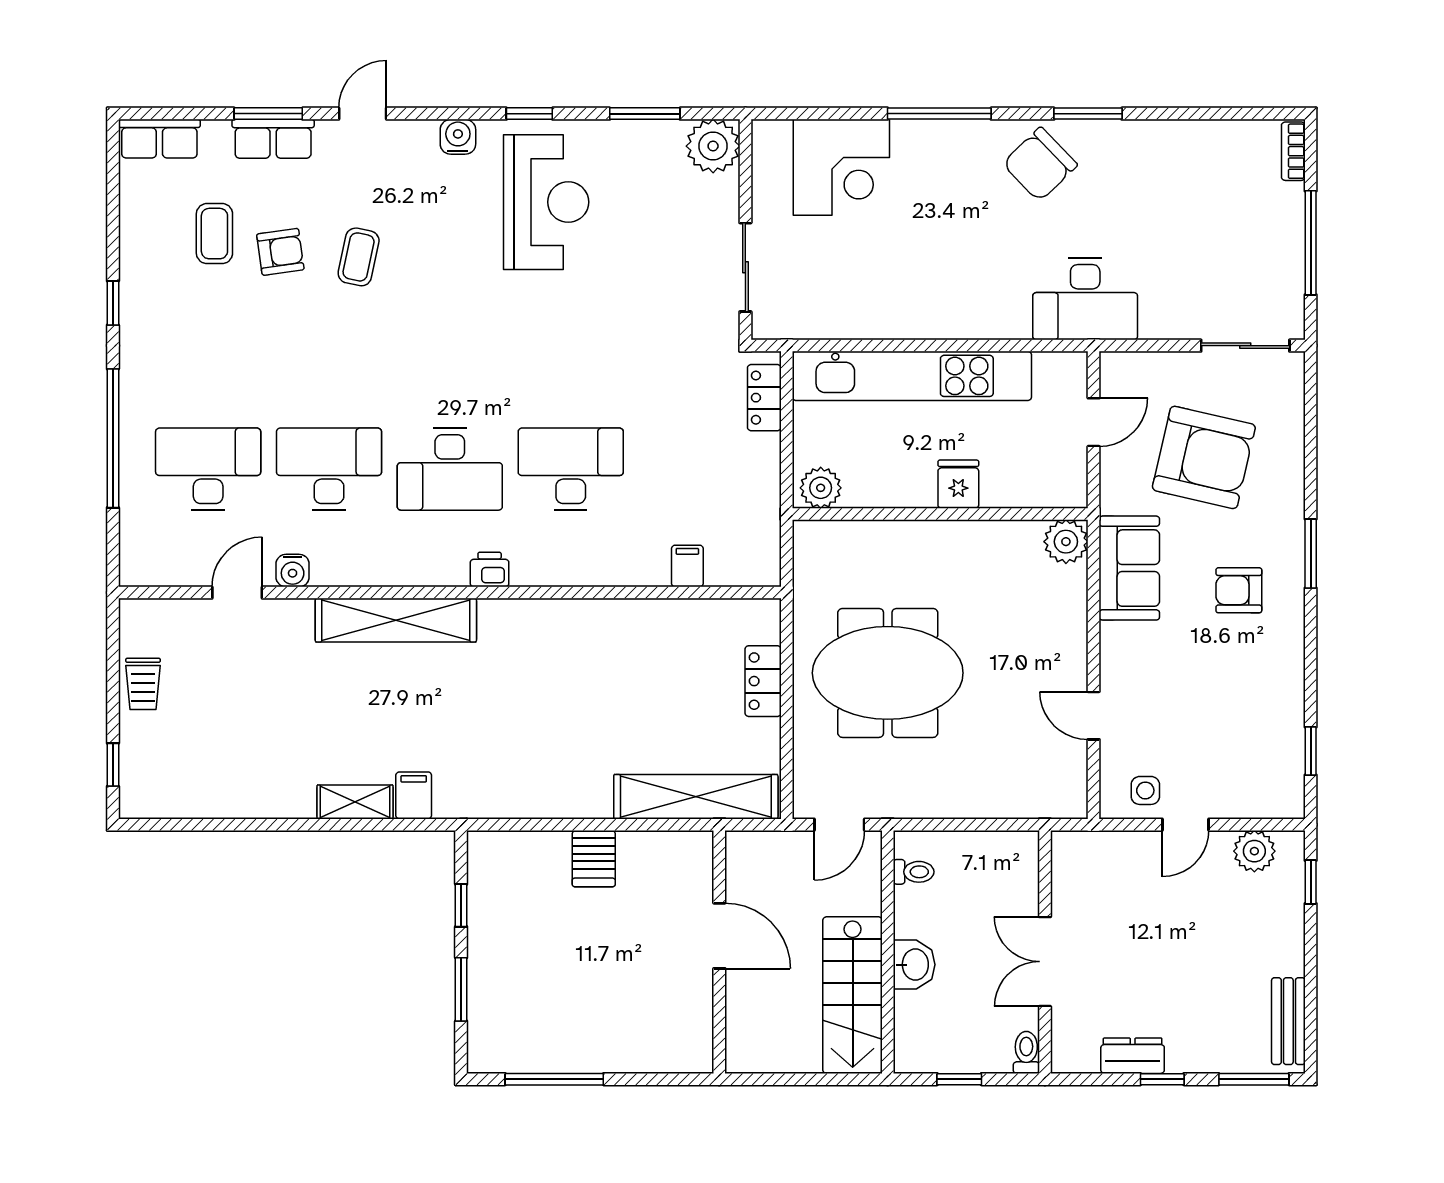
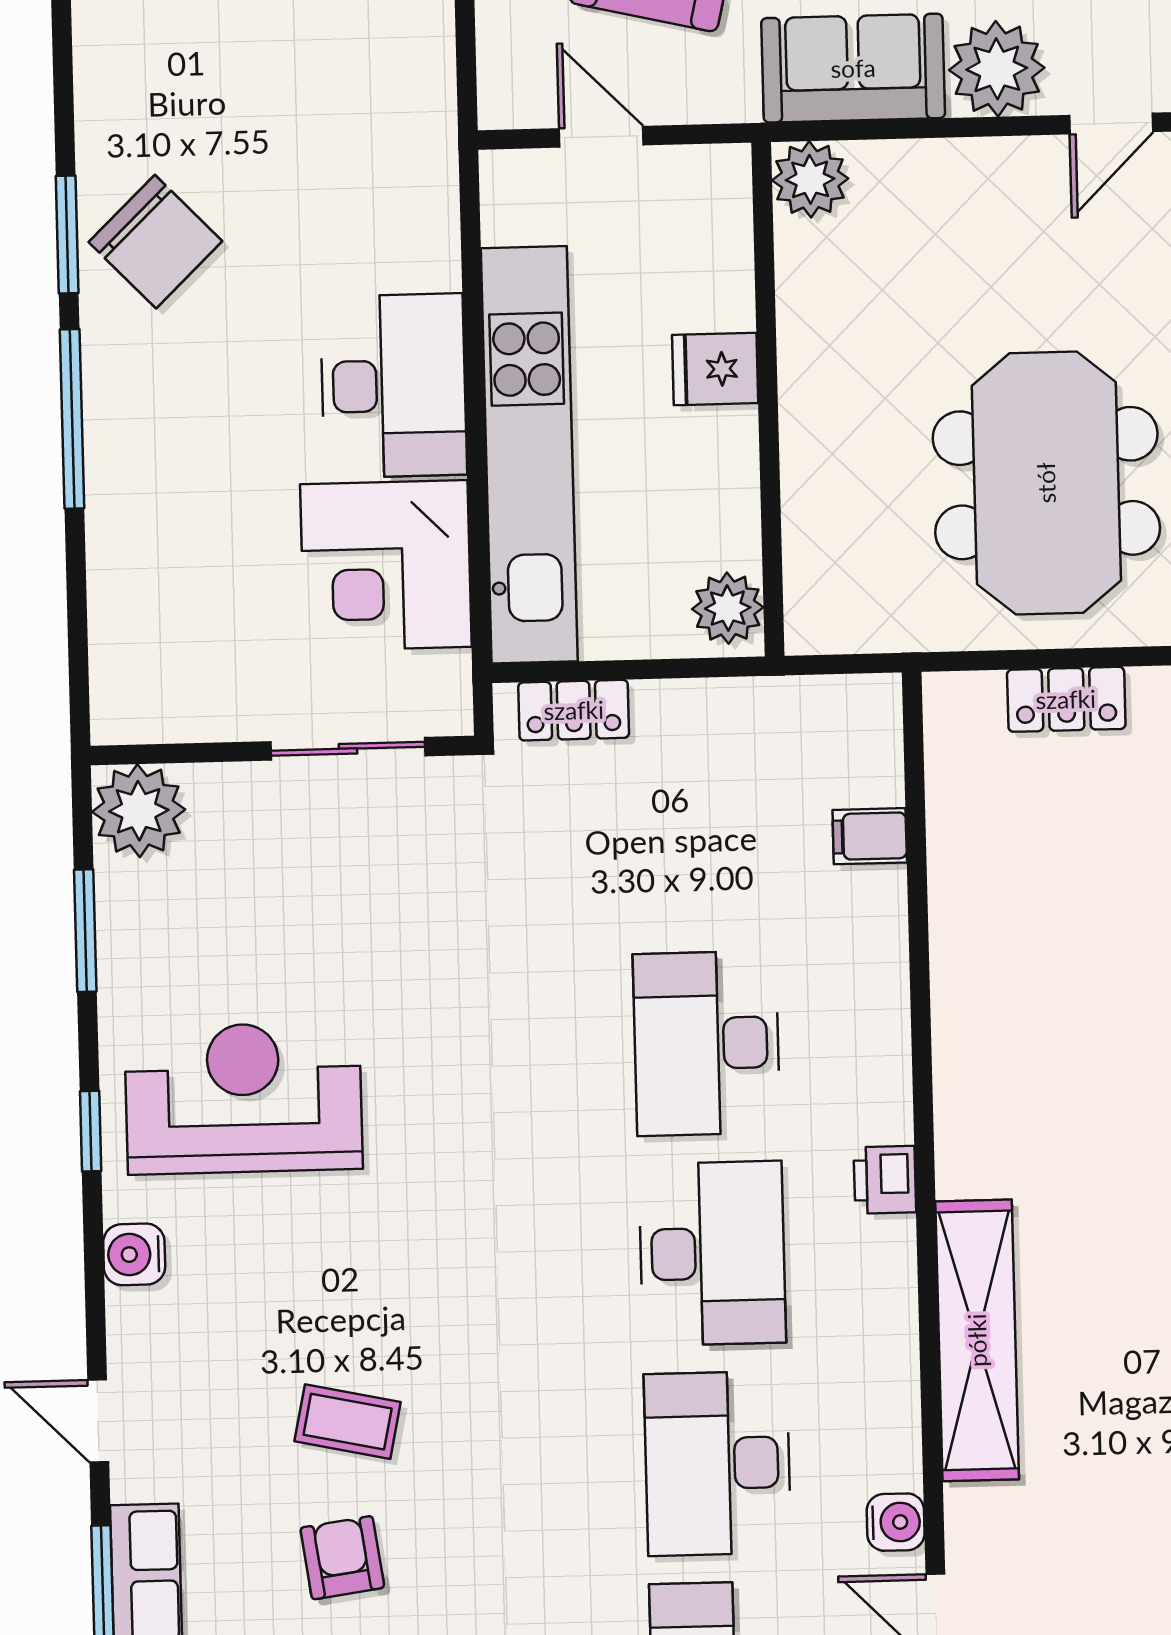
window: (1088, 114) -> (67, 235), moved
corner desk: (841, 167) -> (386, 566), moved, turned 180
desk: (1085, 299) -> (393, 386), moved
plant: (1127, 651) -> (997, 69), added

